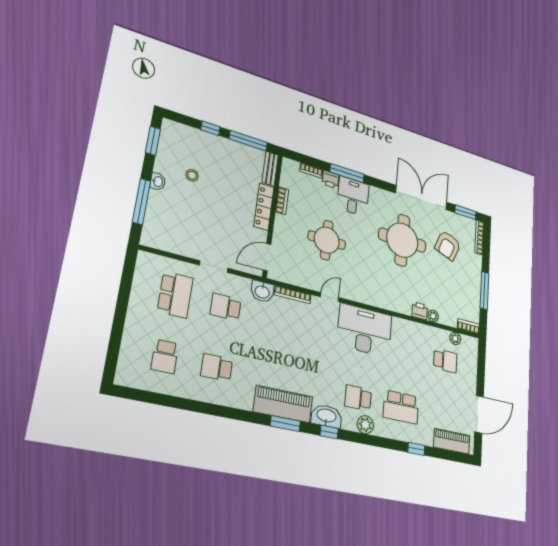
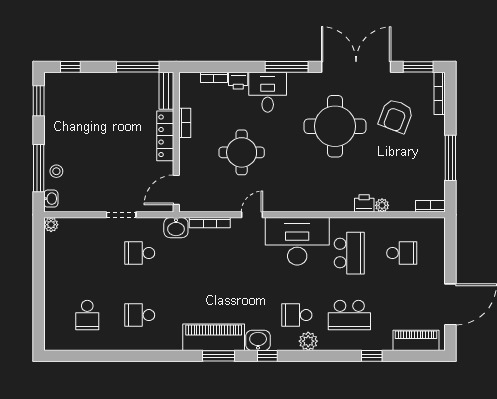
window: (210, 128) -> (70, 67), moved
window: (347, 173) -> (287, 67), moved
stool: (192, 175) -> (56, 171), moved
washbasin: (158, 182) -> (51, 199), moved
school desk: (175, 295) -> (349, 253), moved
plant: (455, 338) -> (51, 225), moved
washbasin: (327, 416) -> (258, 340), width x0.72

